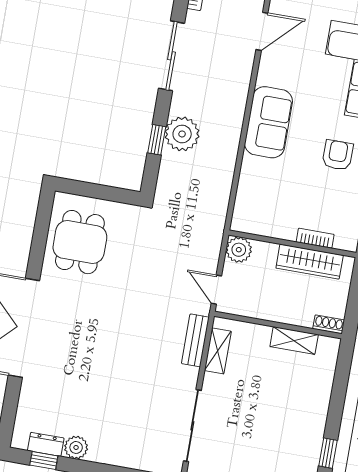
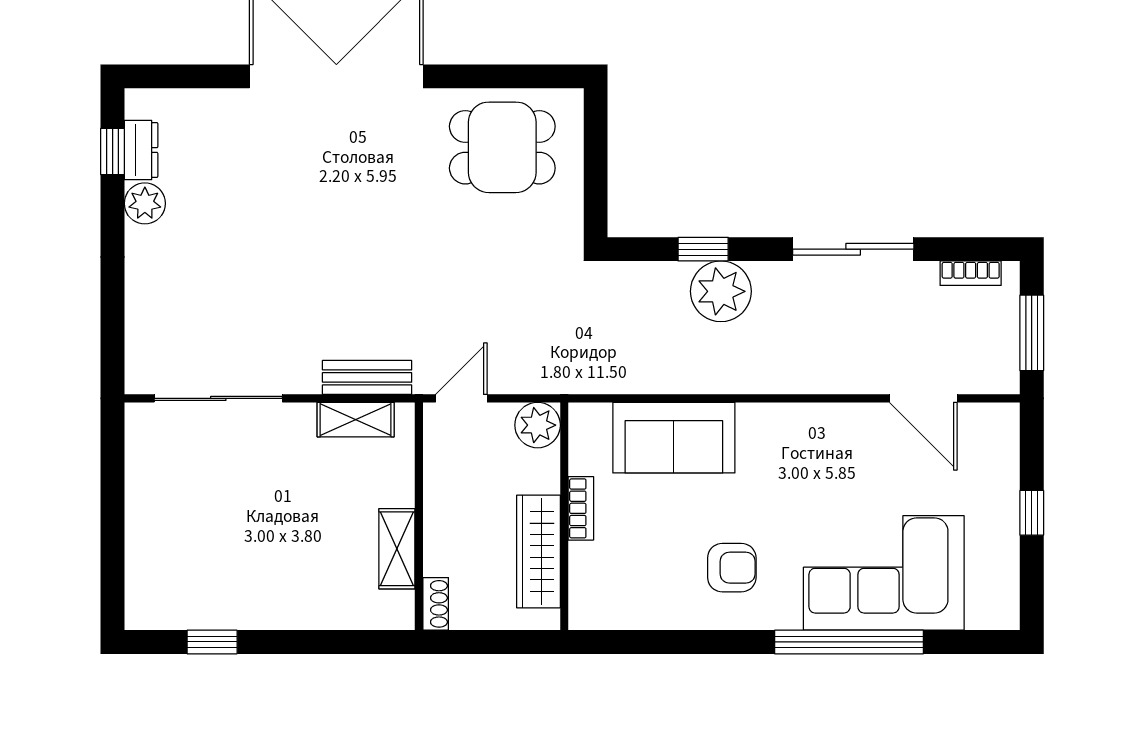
sofa: (268, 122) -> (674, 438), moved
bookcase: (315, 238) -> (581, 508), moved

